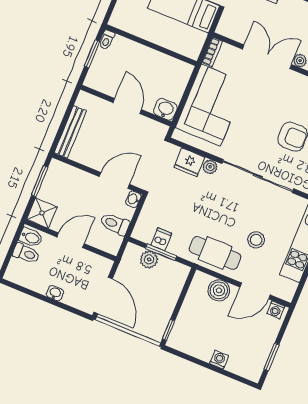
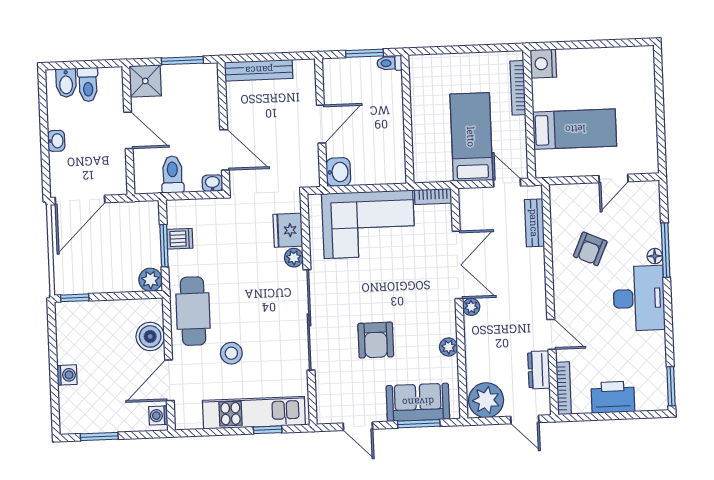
bidet: (31, 237) -> (66, 83), moved
plant: (149, 259) -> (150, 280), moved
door: (255, 291) -> (169, 380), hinge flipped

